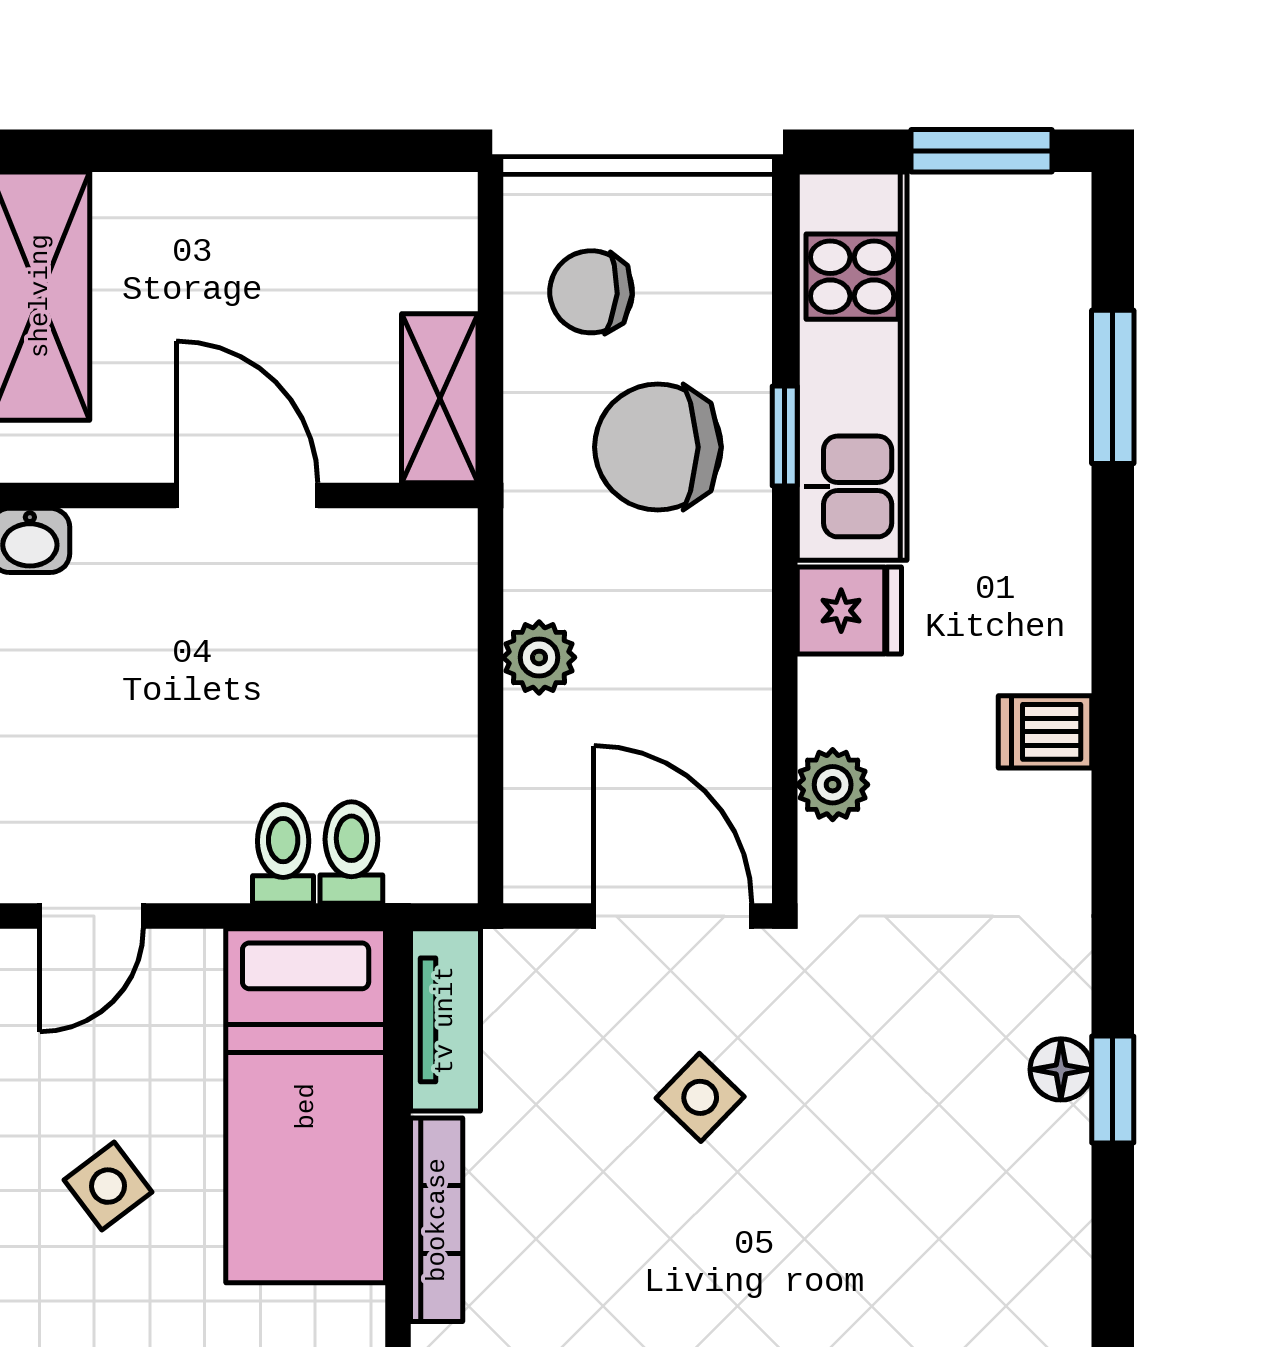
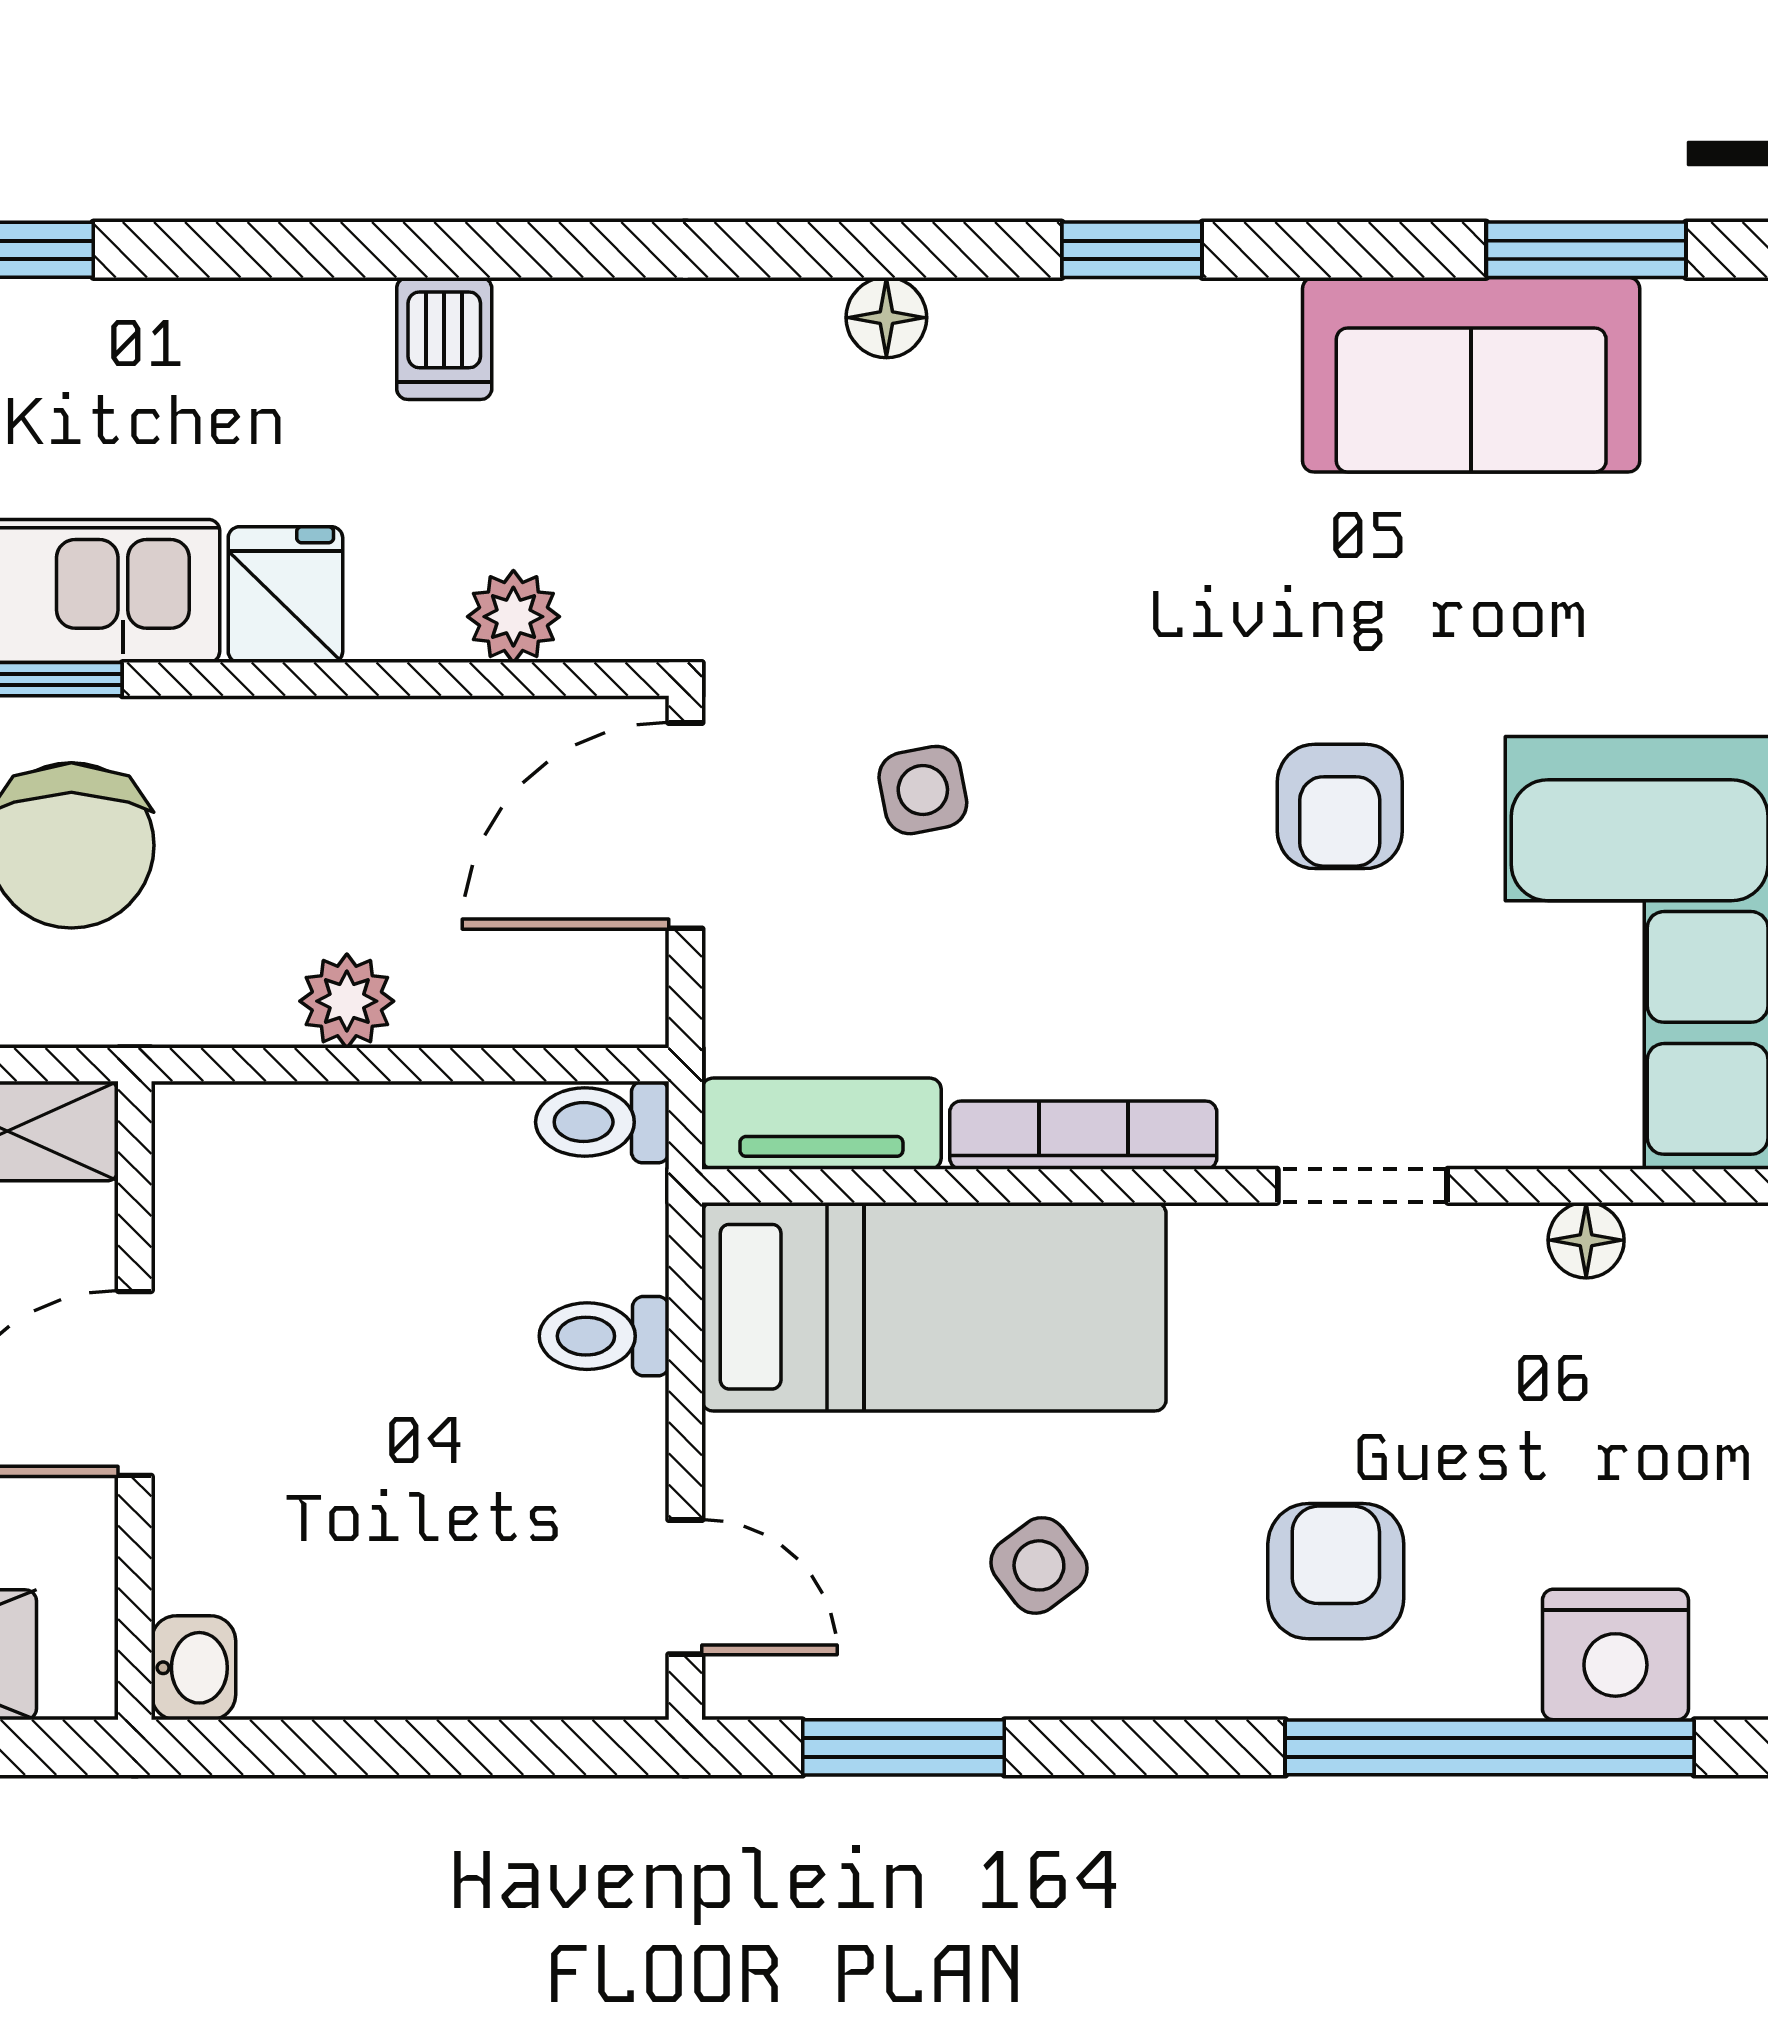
toilet: (351, 853) -> (602, 1122), moved
window: (1113, 1089) -> (1132, 250), moved
side table: (700, 1097) -> (923, 790), turned 35

